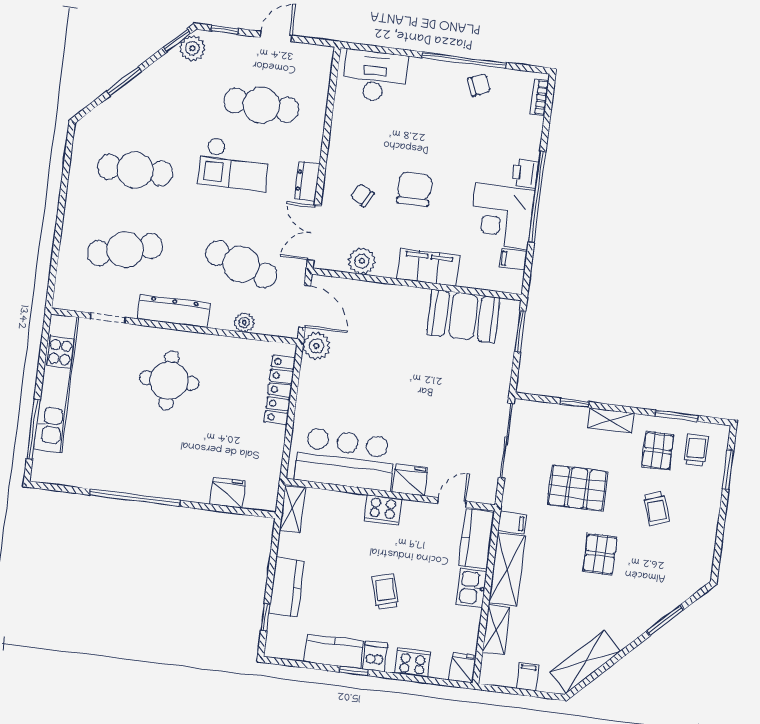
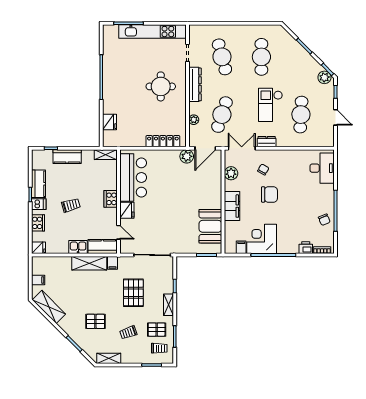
printer: (525, 174) -> (306, 248), moved
pallet: (600, 554) -> (95, 321), moved
shelving: (496, 630) -> (109, 358), moved

